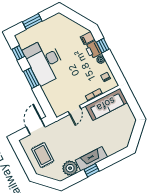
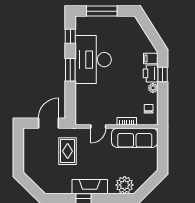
window: (32, 21) -> (102, 11), width x1.44
rug: (43, 155) -> (68, 151), moved
plant: (70, 168) -> (125, 185), moved

